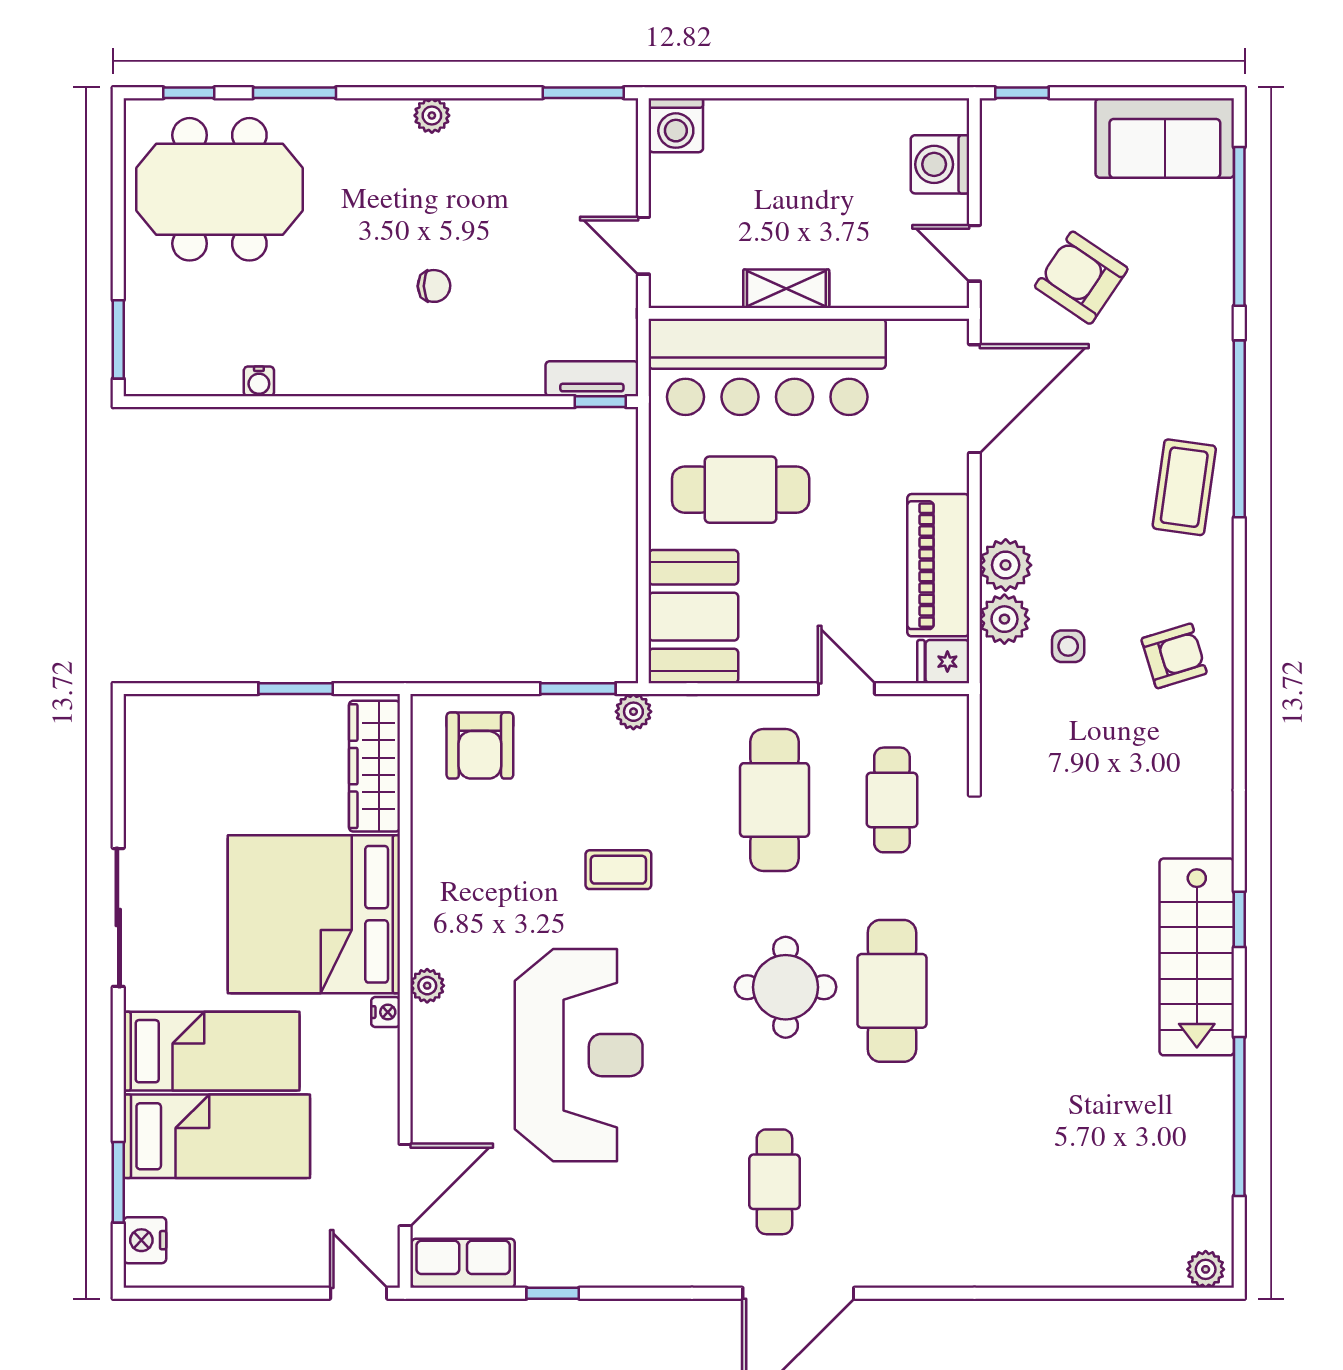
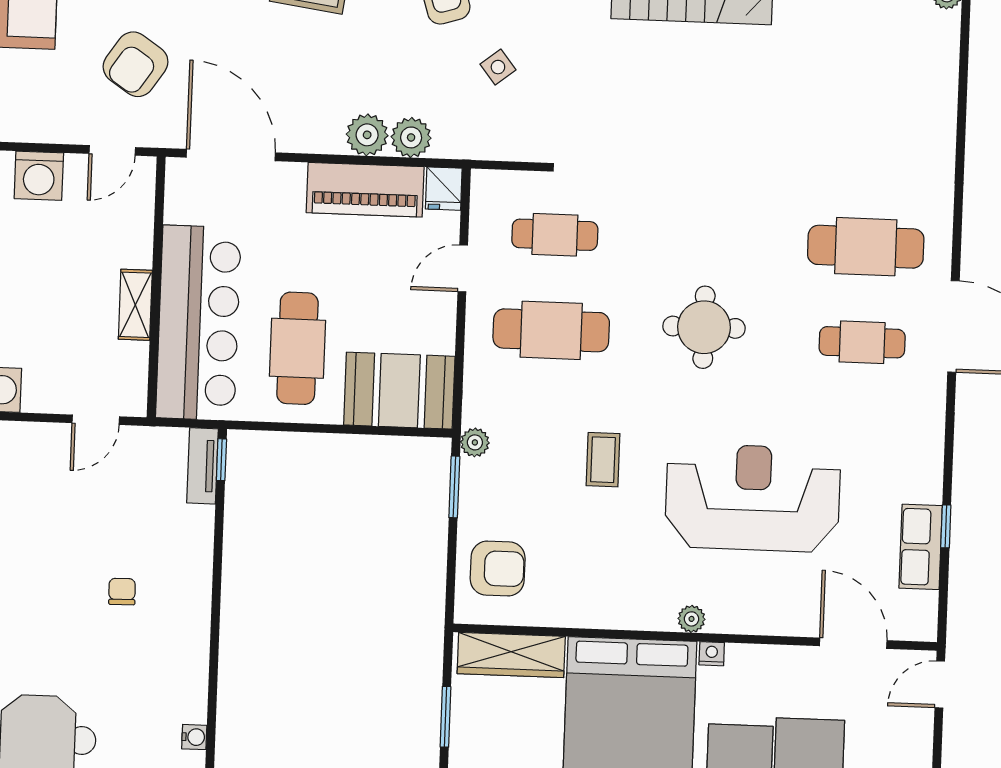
side table: (1068, 646) -> (498, 67), moved, turned -38
cafe table: (892, 991) -> (866, 247), moved
row of seats: (463, 1263) -> (921, 547), moved

